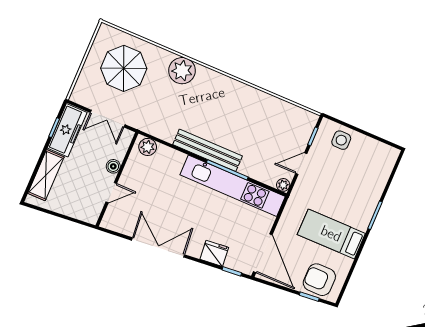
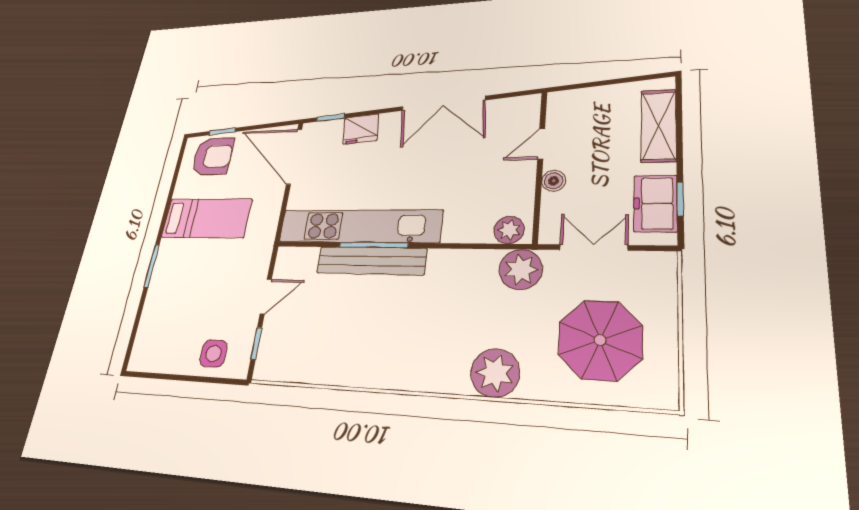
freezer: (67, 130) -> (655, 203), width x0.71
bench: (208, 150) -> (371, 261), moved
plant: (283, 185) -> (521, 269), moved, width x1.88, depth x1.88

